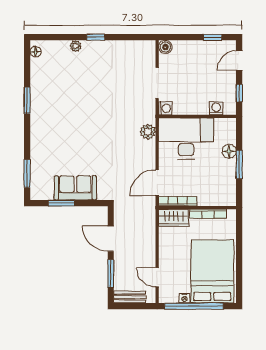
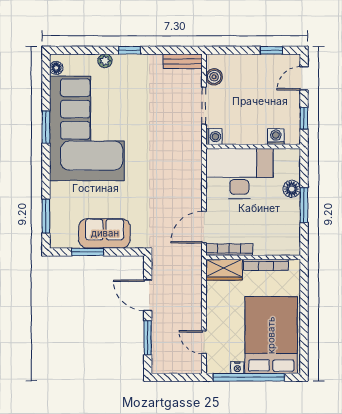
boiler: (165, 47) -> (214, 77), moved
corner sofa: (61, 102) -> (87, 128), added
plant: (148, 132) -> (193, 165), removed
bench: (130, 297) -> (183, 61), moved

